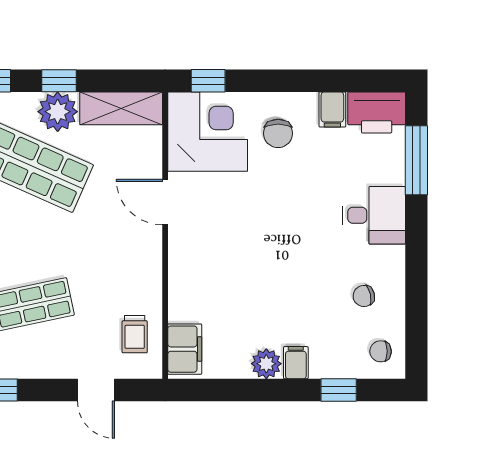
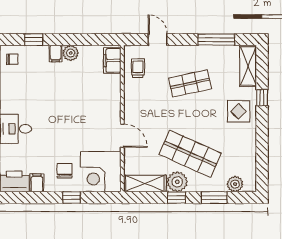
window: (208, 81) -> (72, 198), moved
chair: (364, 296) -> (21, 88), removed

